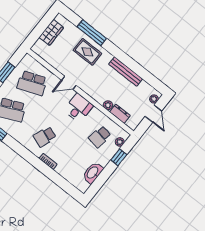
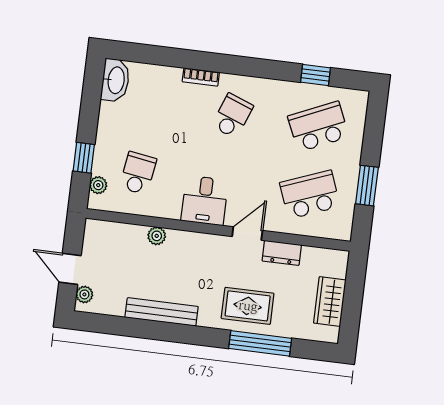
dresser: (120, 114) -> (282, 253), moved
washbasin: (93, 173) -> (115, 80), moved

